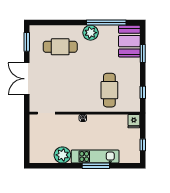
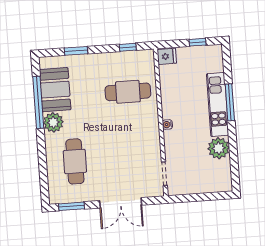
booth: (129, 41) -> (55, 90), moved, turned 90

